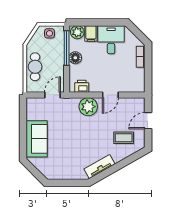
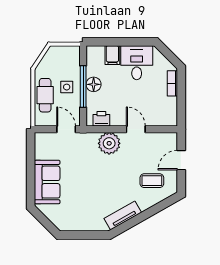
plant: (77, 32) -> (96, 54), removed
side table: (49, 33) -> (67, 87), moved
window: (67, 48) -> (83, 86), moved
door: (52, 95) -> (66, 129), hinge flipped
door: (110, 95) -> (136, 129), swing flipped

